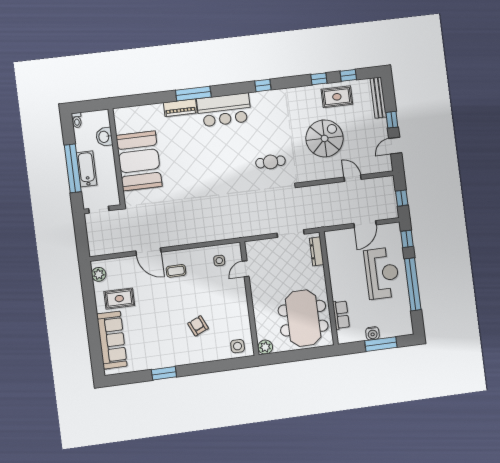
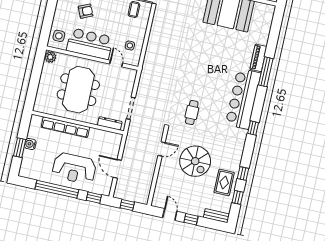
bench: (378, 98) -> (216, 216), width x0.73
bar counter: (224, 110) -> (243, 99), width x1.36
door: (353, 178) -> (162, 149), moved
bar counter: (234, 307) -> (90, 44), added
row of seats: (341, 315) -> (65, 127), width x2.02
meeting table: (303, 318) -> (78, 90), moved, turned 90
window: (381, 344) -> (20, 148), width x0.69

